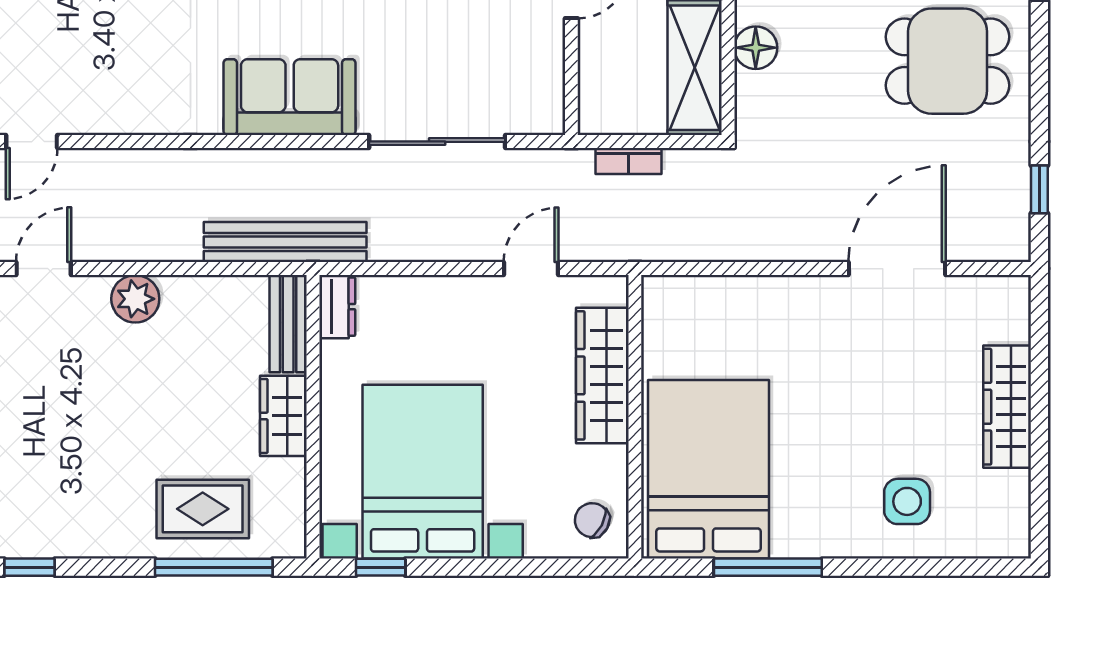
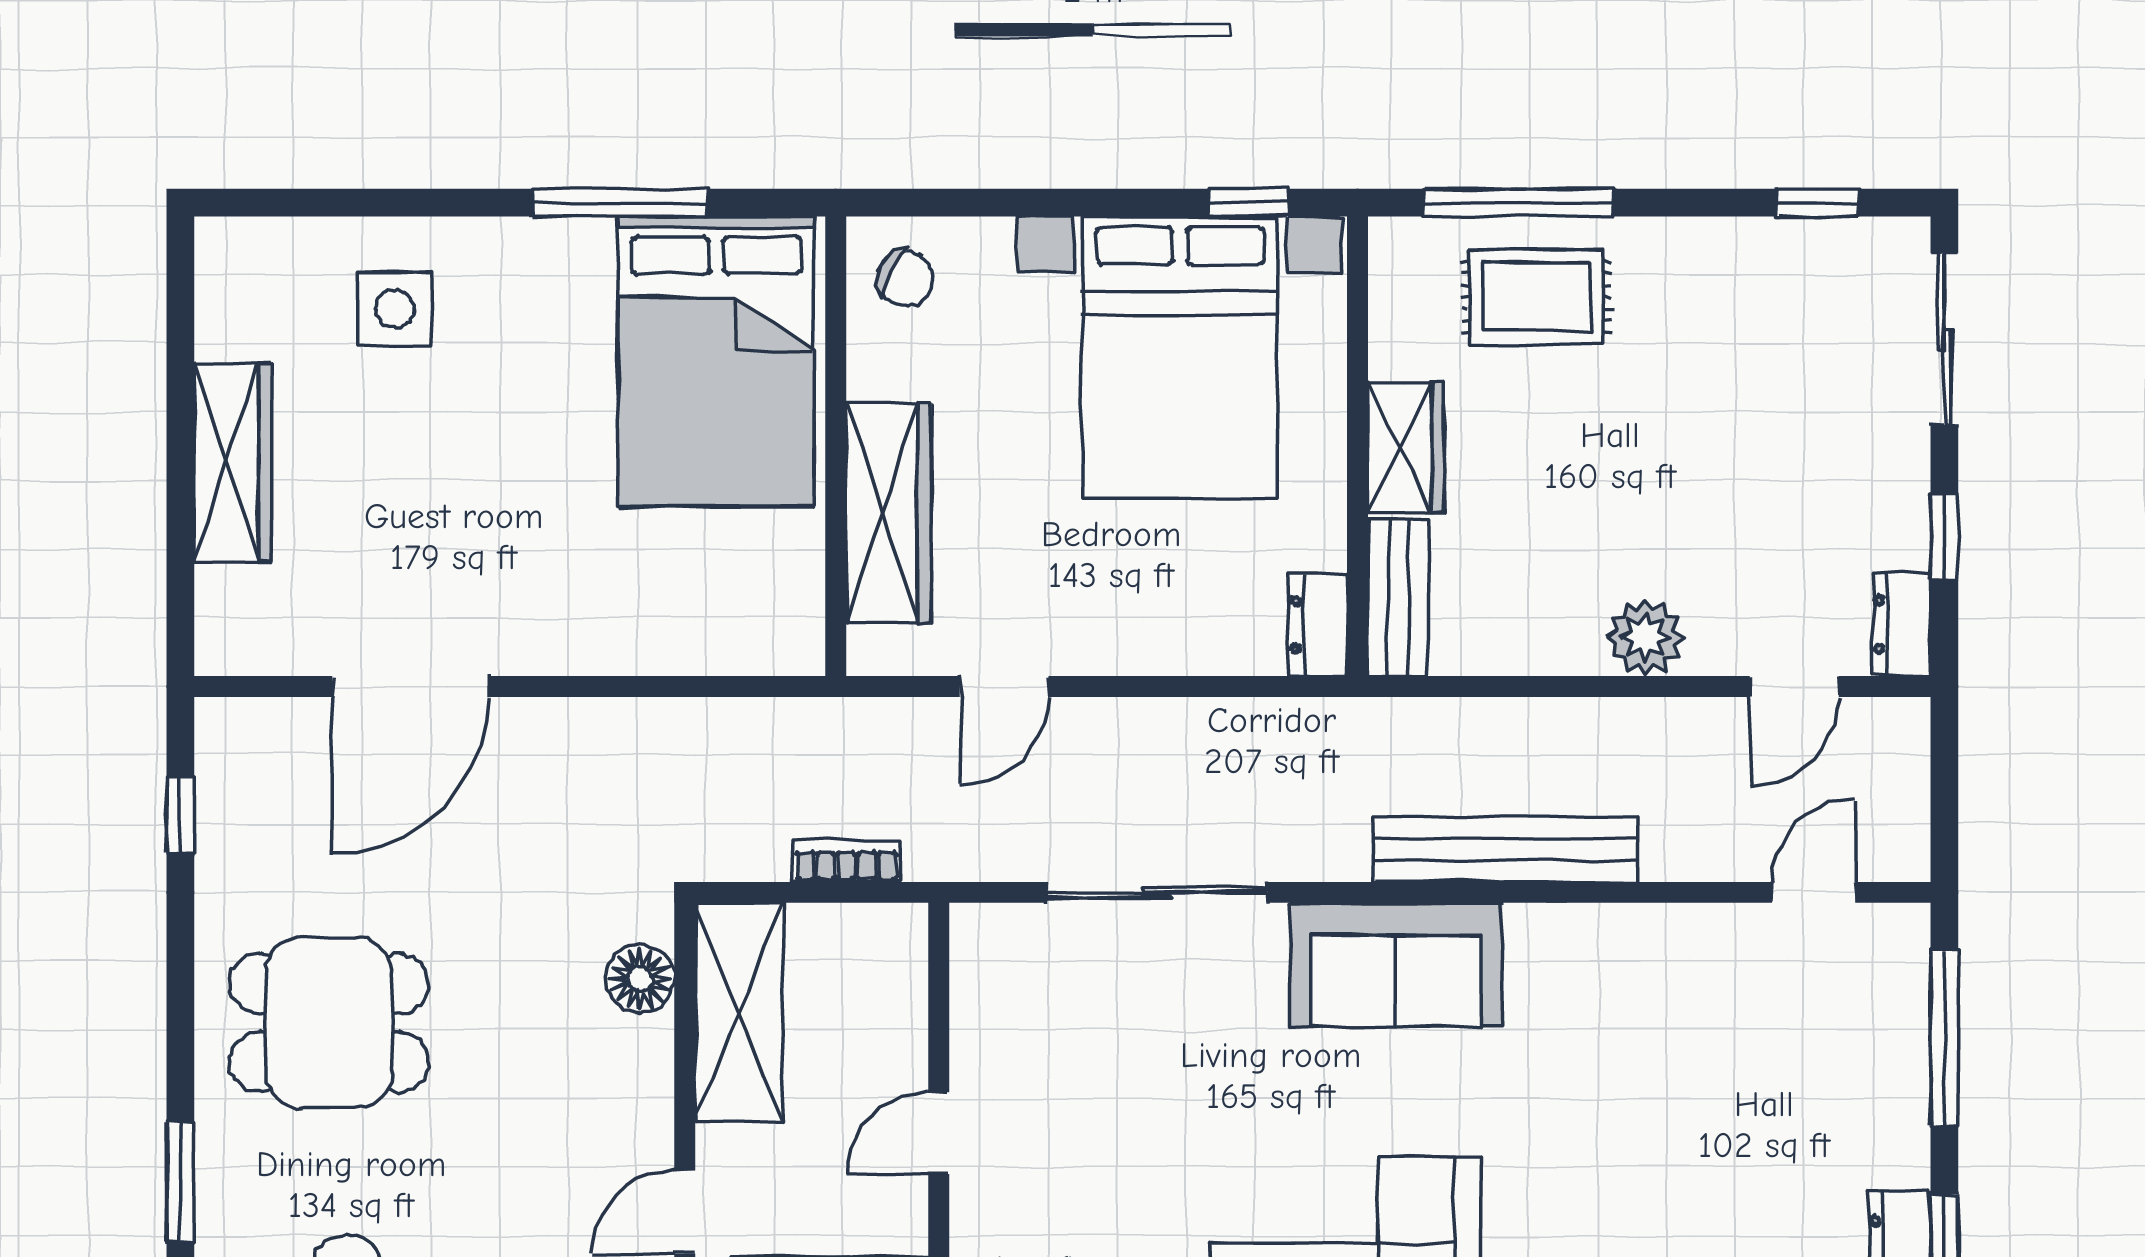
floor lamp: (756, 48) -> (640, 979), moved
bench: (285, 242) -> (1505, 849), moved

